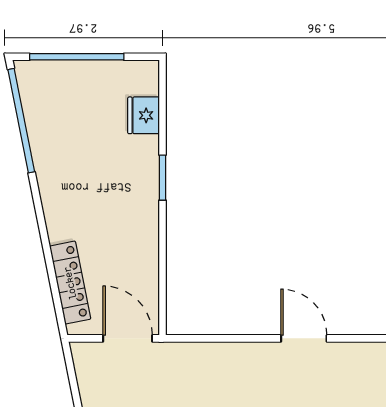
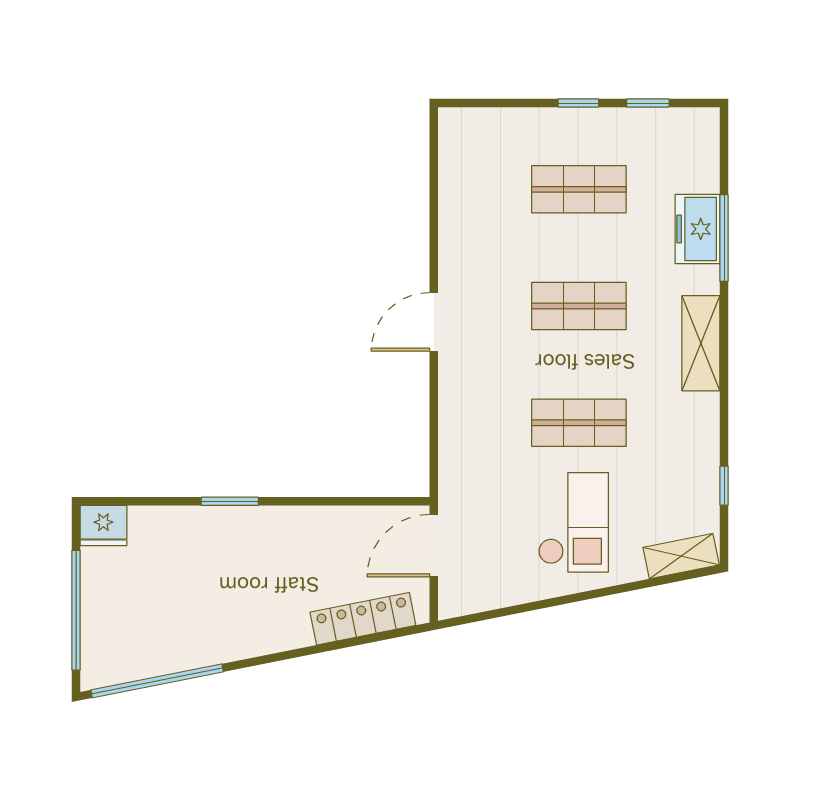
fridge: (144, 115) -> (103, 525), moved

